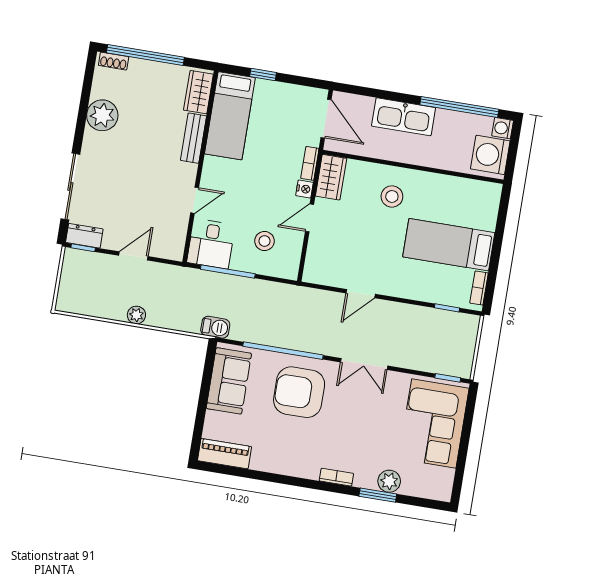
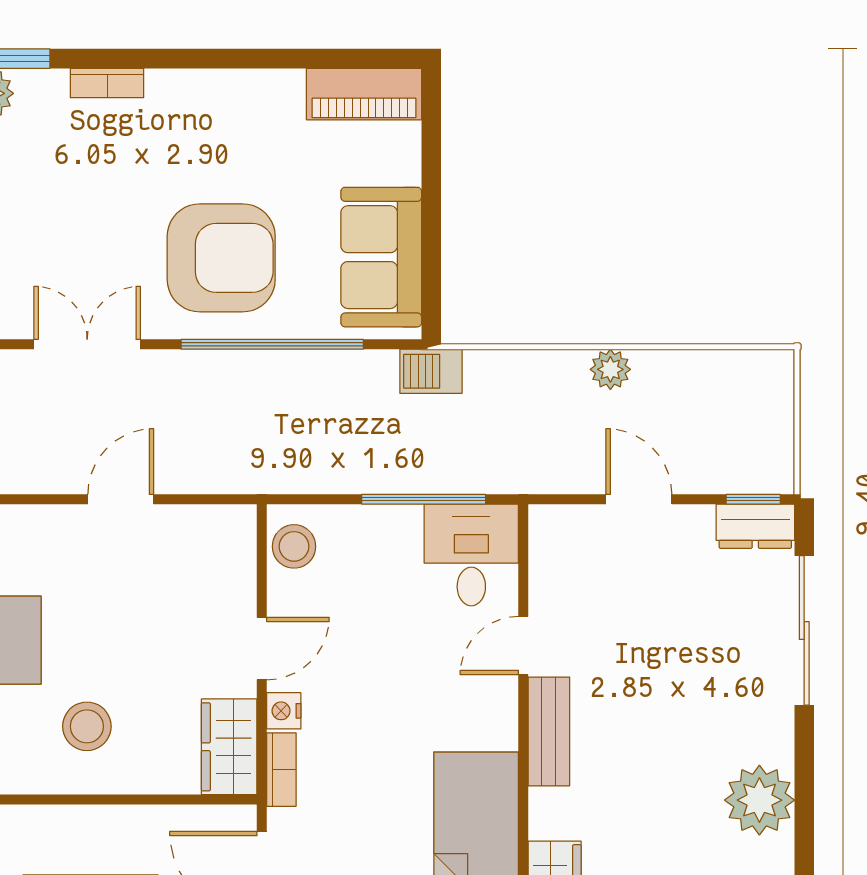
bench: (193, 138) -> (549, 731), moved
stool: (265, 241) -> (294, 546), moved
door: (133, 256) -> (639, 499), swing flipped

